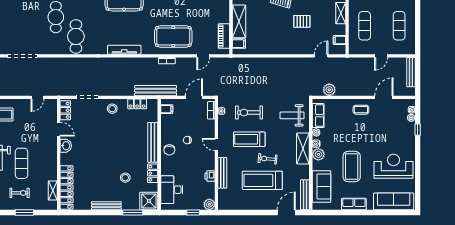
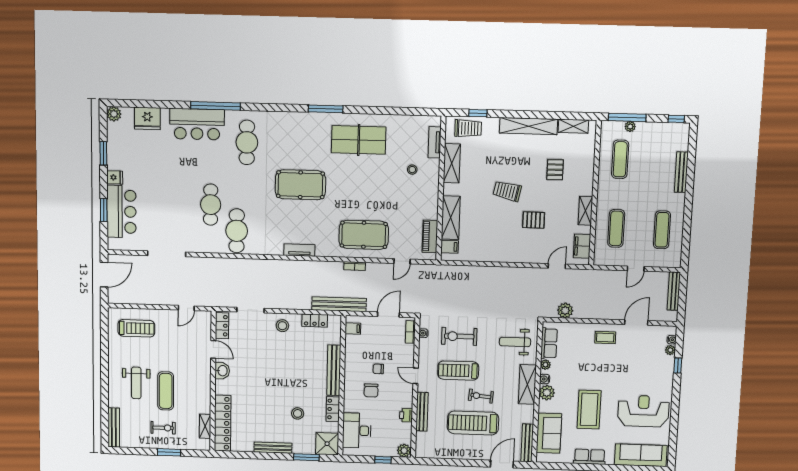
filing cabinet: (339, 40) -> (582, 246), width x2.00
tv unit: (124, 50) -> (299, 250), width x0.71
chair: (169, 150) -> (371, 390), moved

